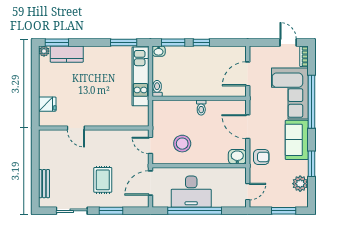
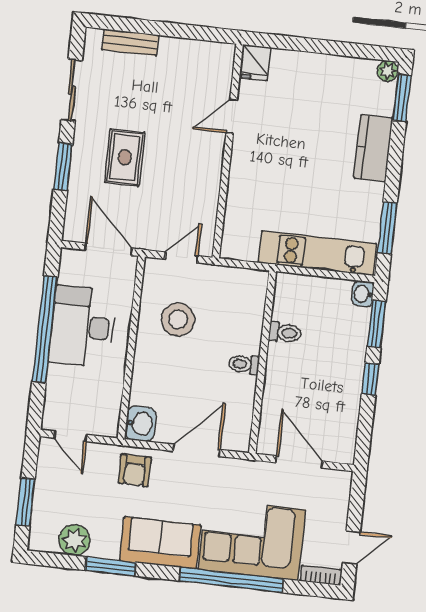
kitchen counter: (67, 54) -> (373, 148), moved
toilet: (157, 88) -> (285, 333), moved
fridge: (47, 104) -> (255, 63), moved
rug: (103, 180) -> (125, 157), turned 90

